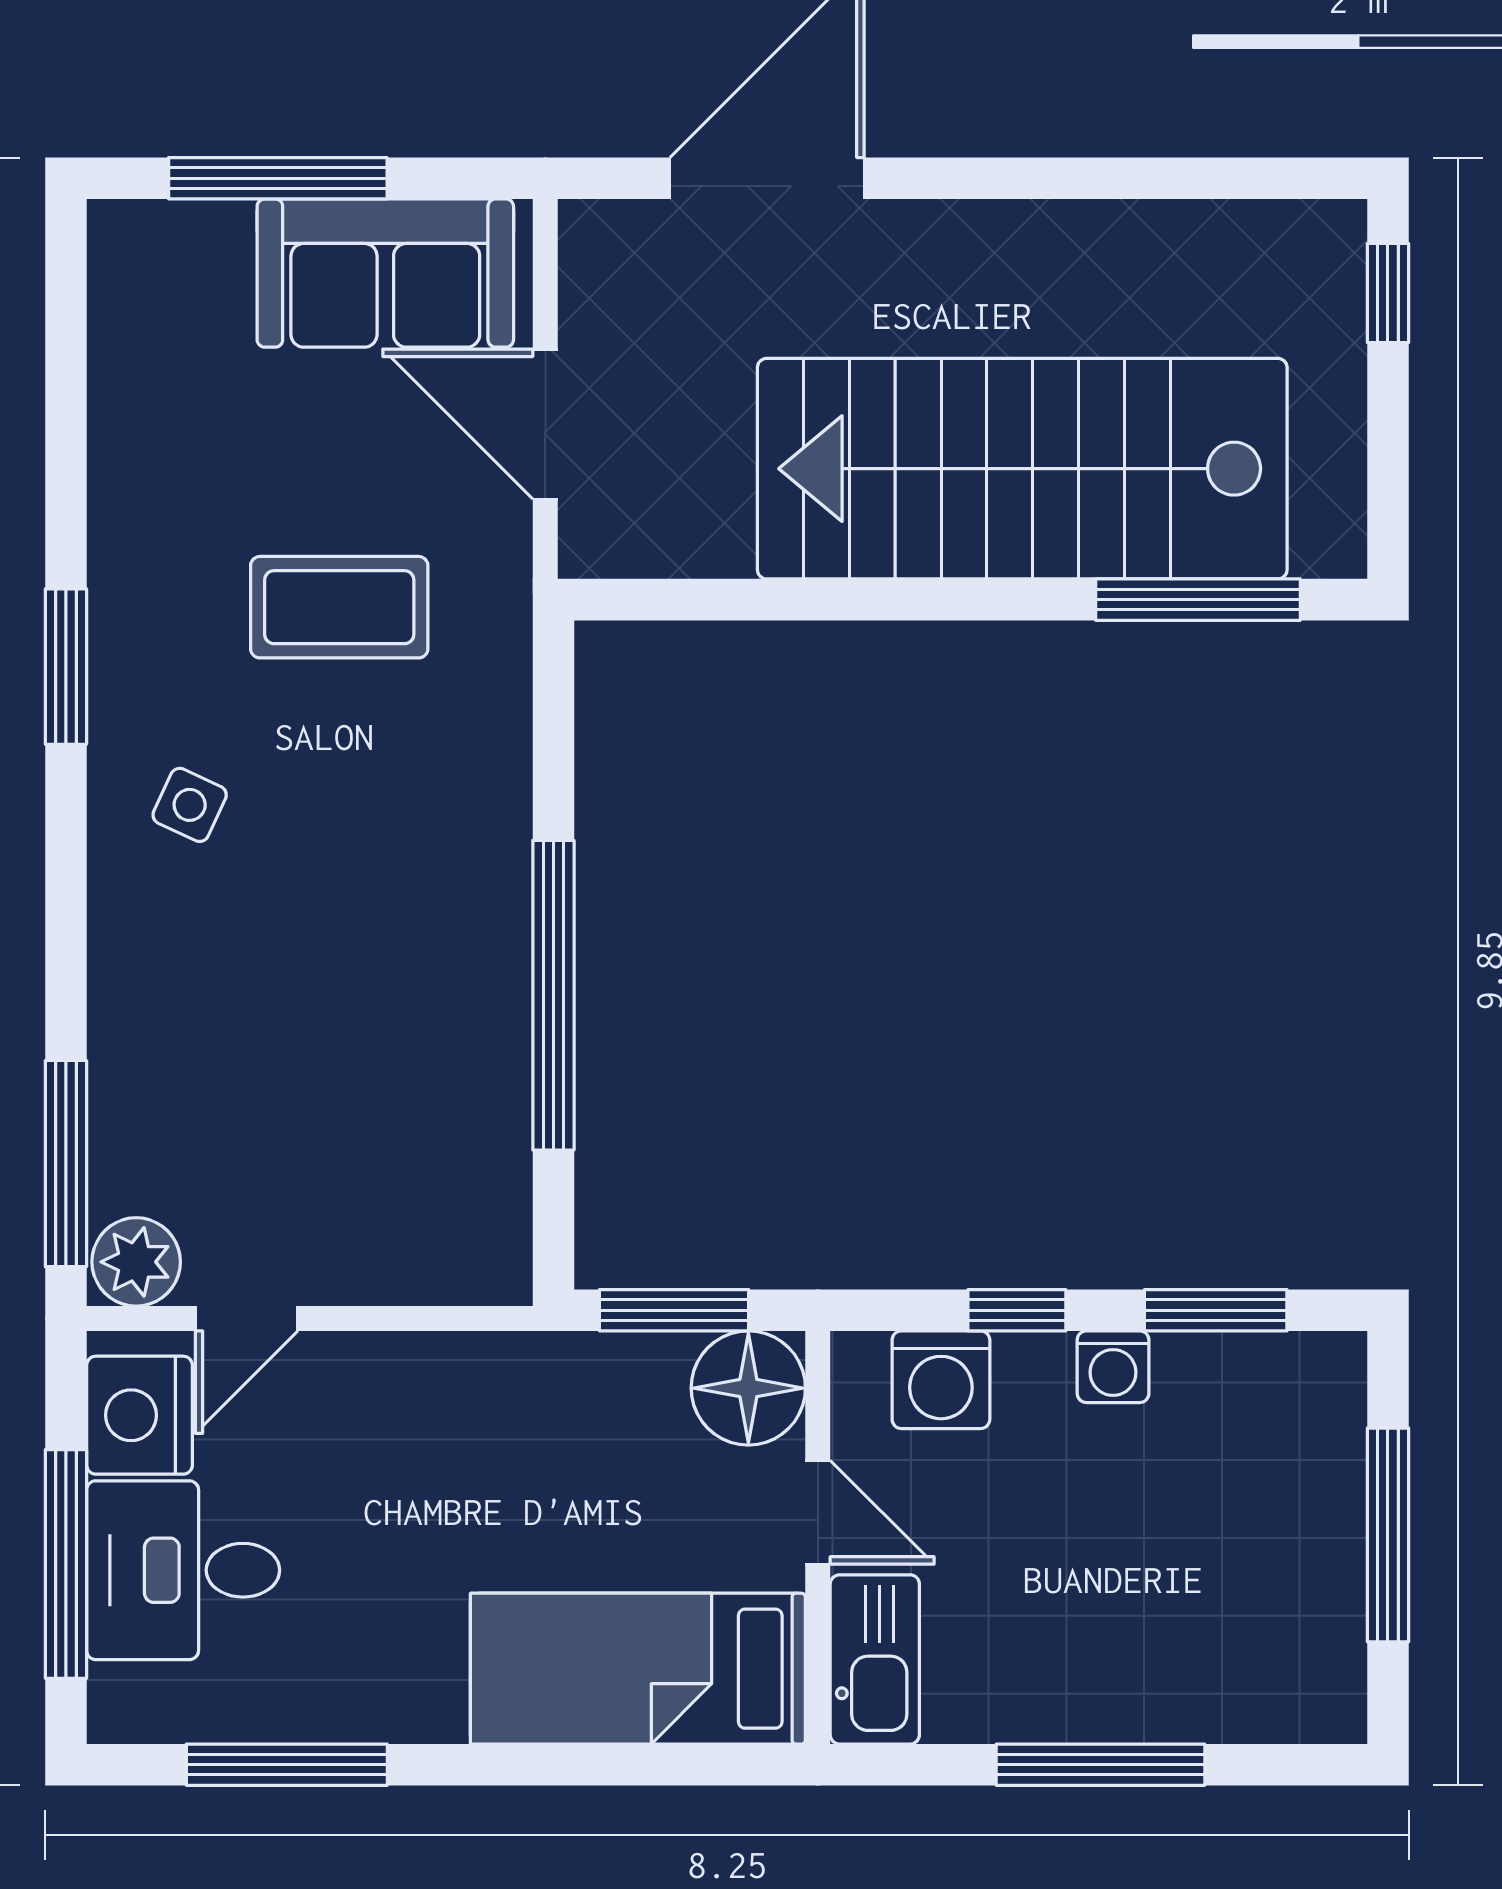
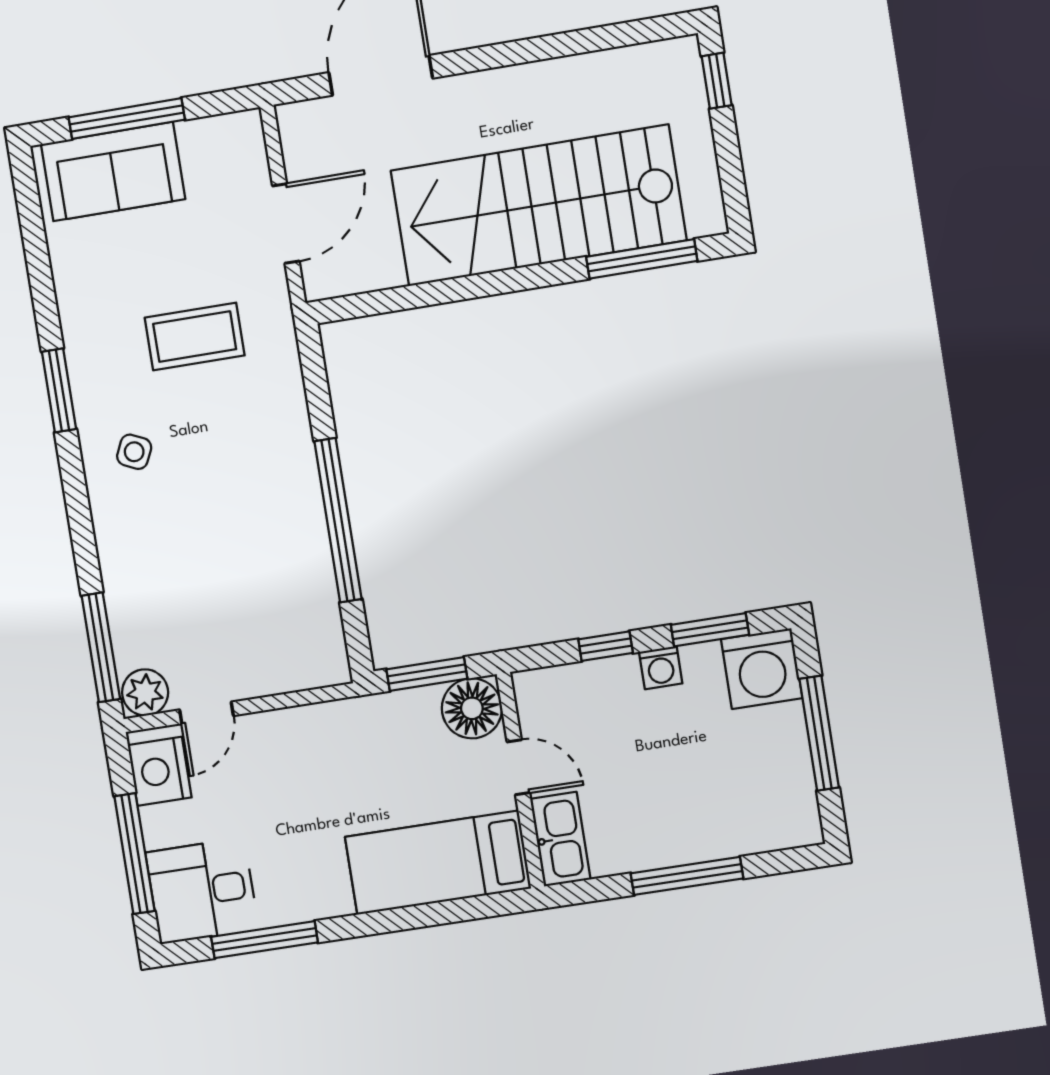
sofa: (385, 273) -> (113, 172), moved
door: (545, 424) -> (286, 223), swing flipped
washing machine: (941, 1380) -> (762, 669), moved, width x1.37, depth x1.37
desk: (183, 1570) -> (202, 891), moved

